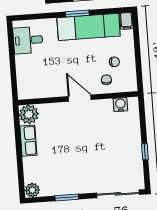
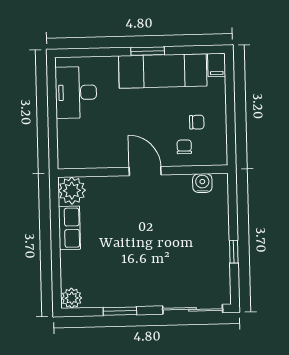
desk: (28, 40) -> (76, 92), width x1.37

